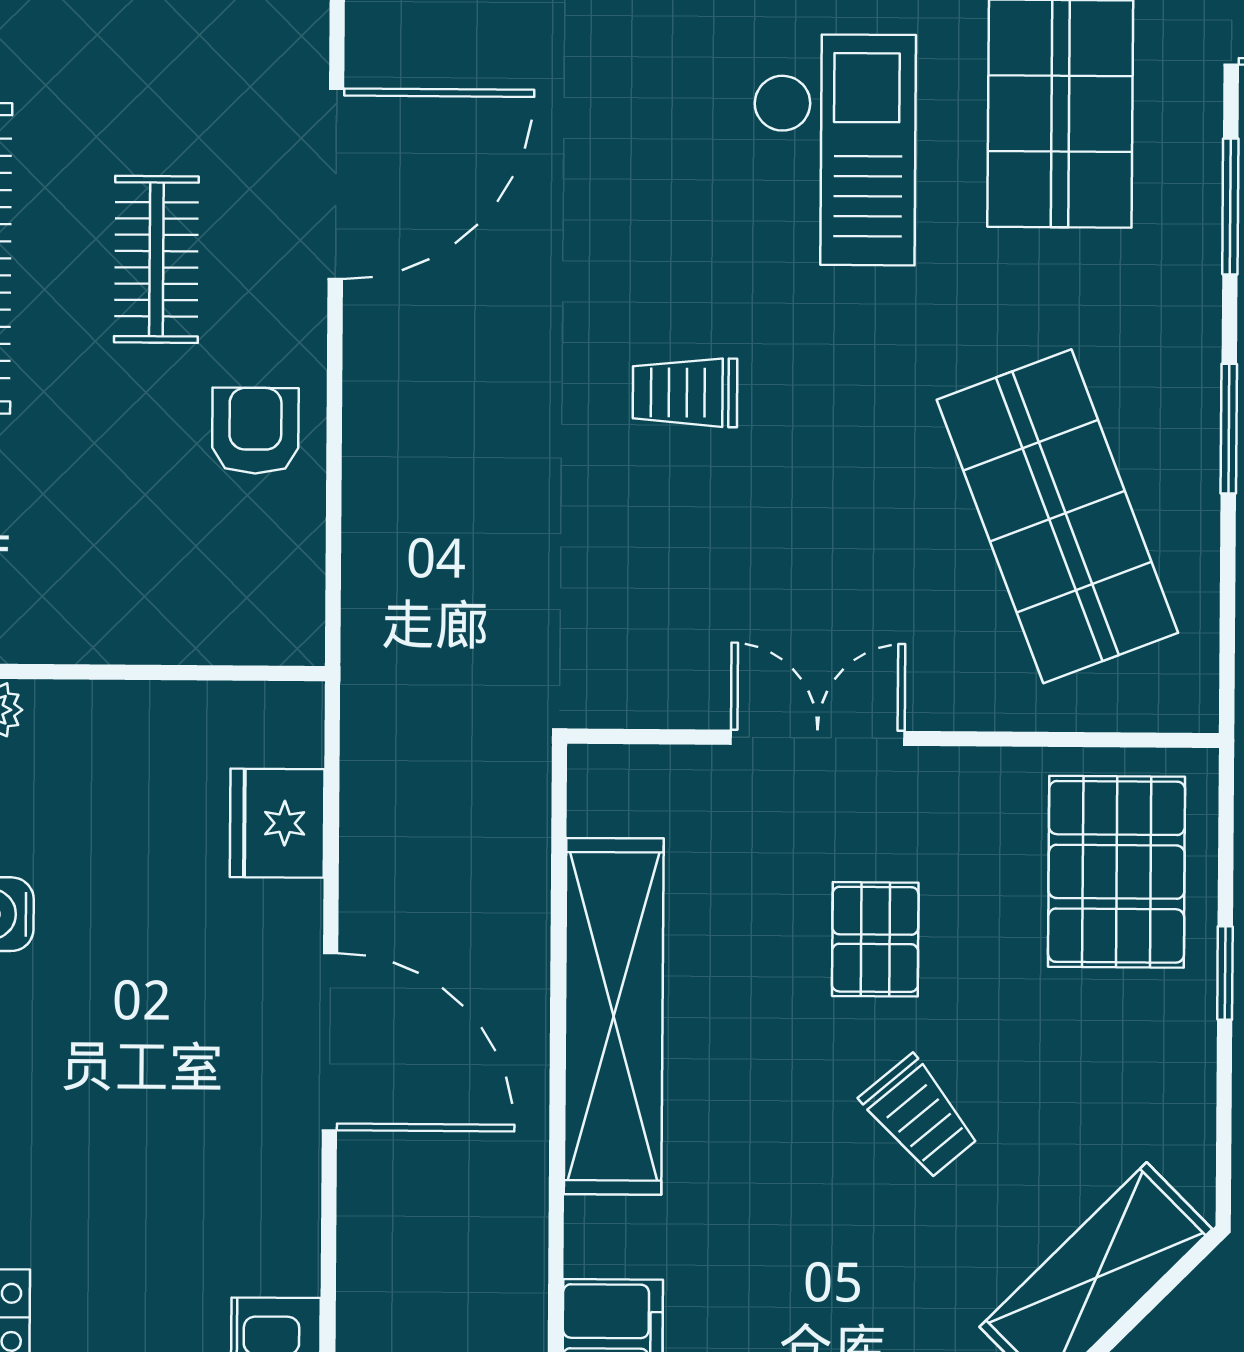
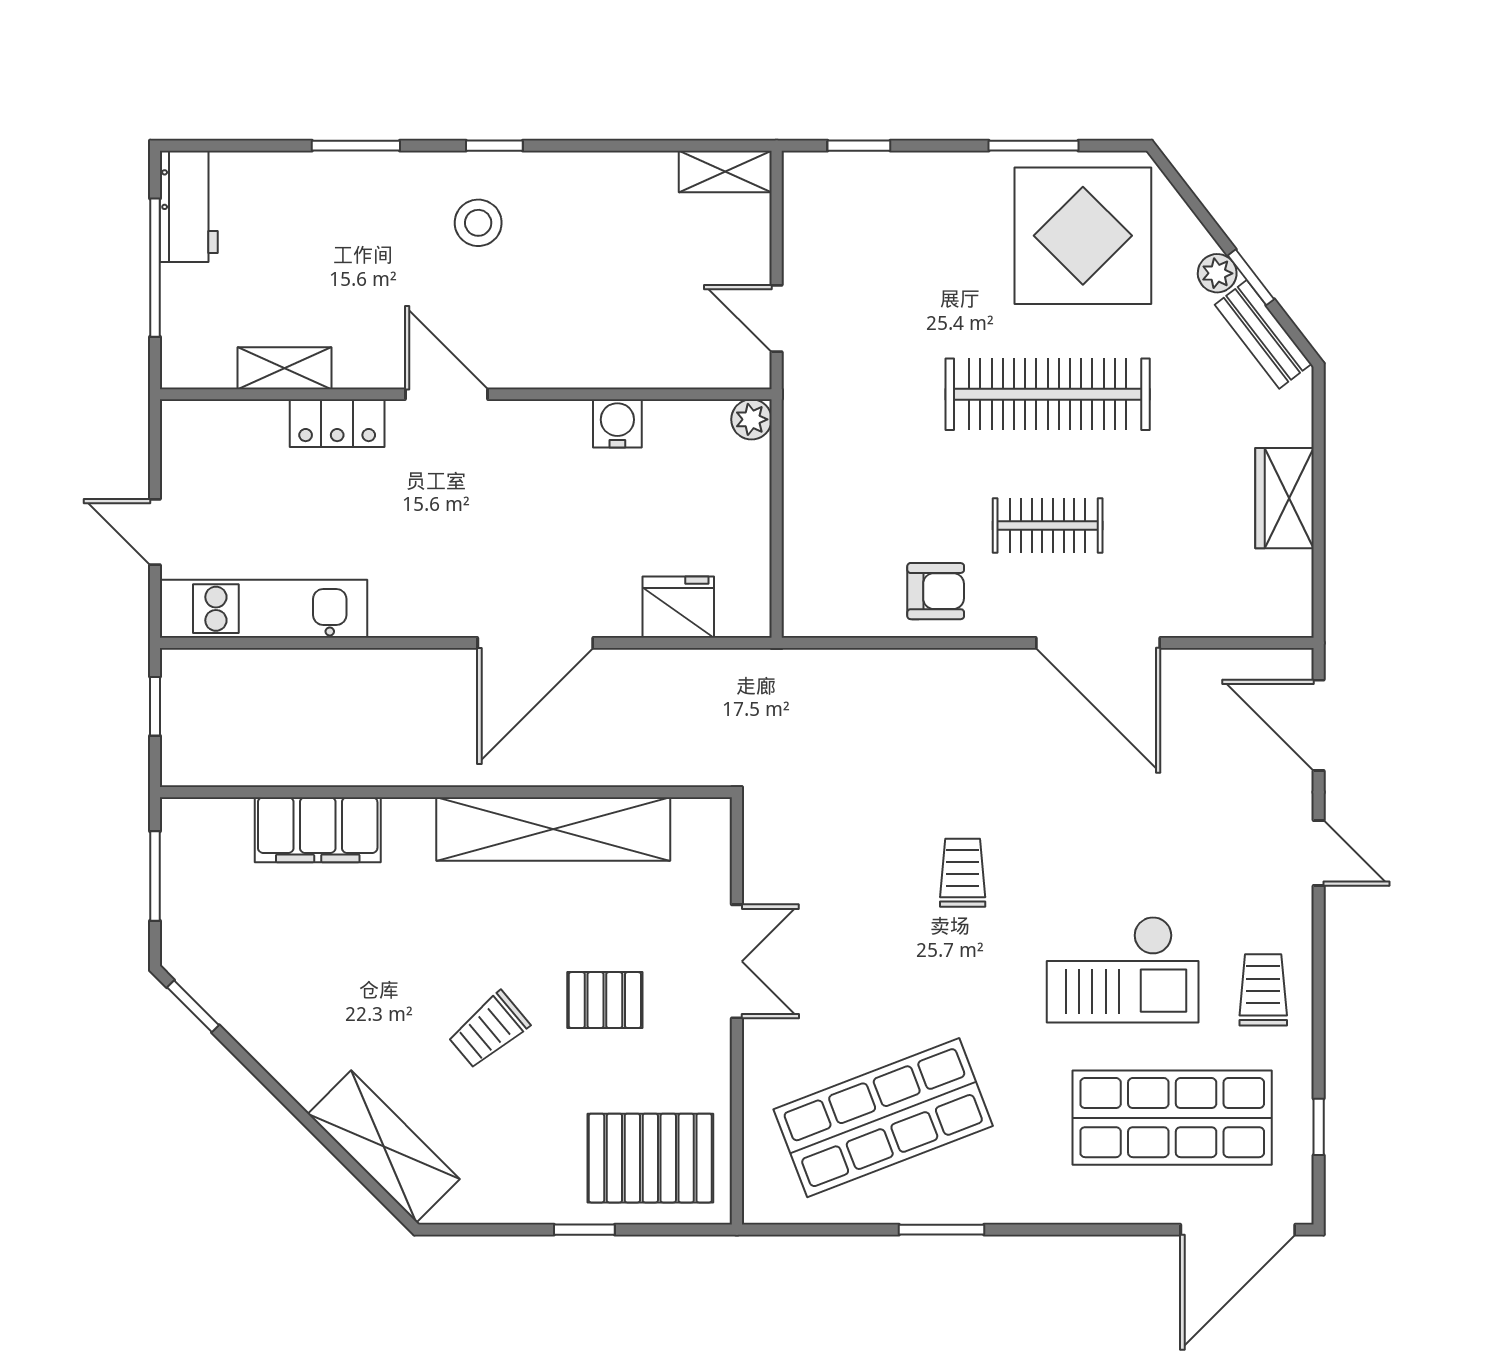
window: (1230, 206) -> (1087, 1230), removed

